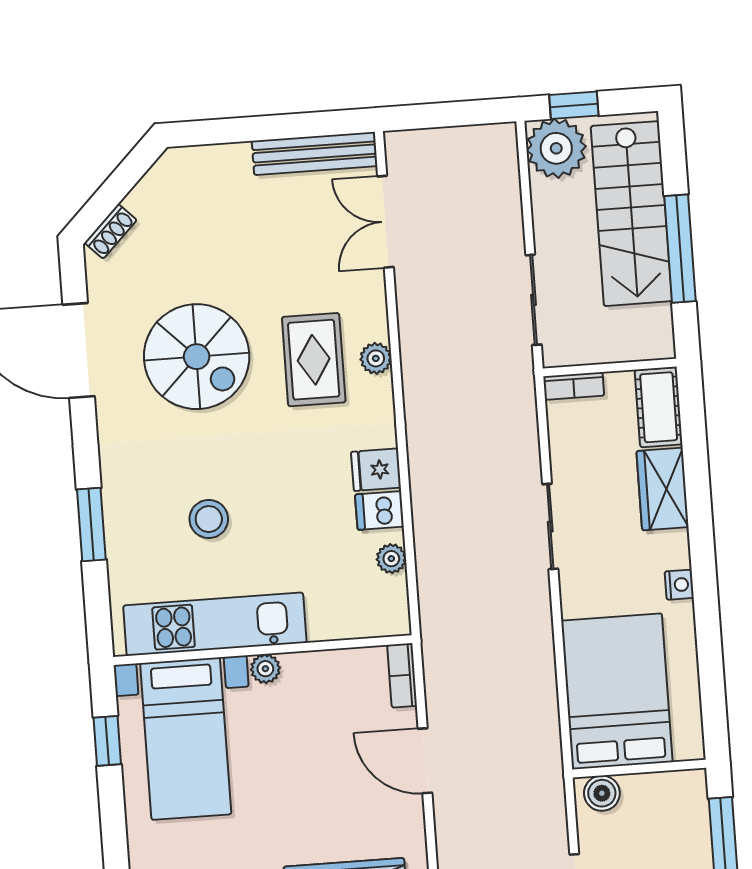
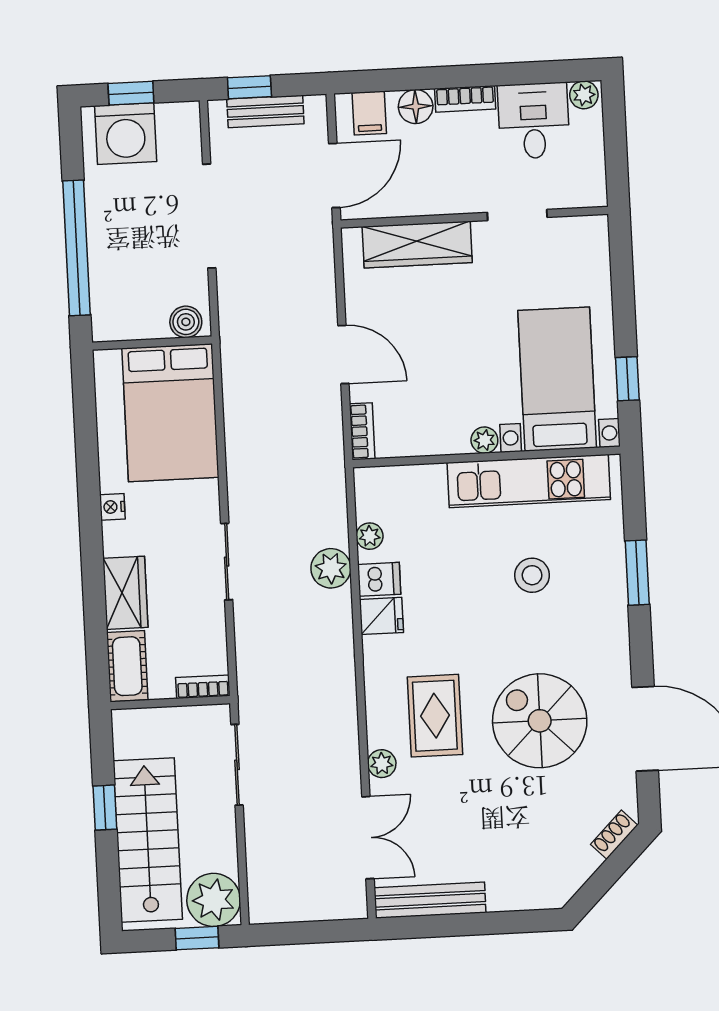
window: (680, 249) -> (105, 808), width x0.46
plant: (376, 358) -> (382, 764), moved
plant: (434, 522) -> (331, 568), added

